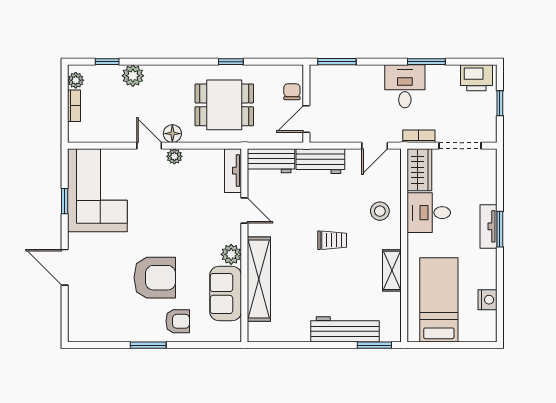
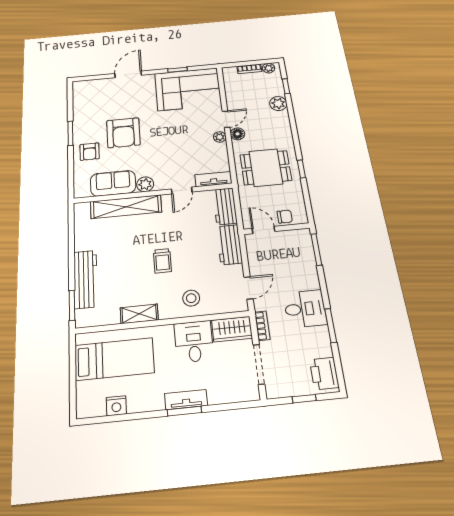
dining table: (224, 105) -> (266, 168), turned 90
door: (375, 146) -> (249, 288), swing flipped

